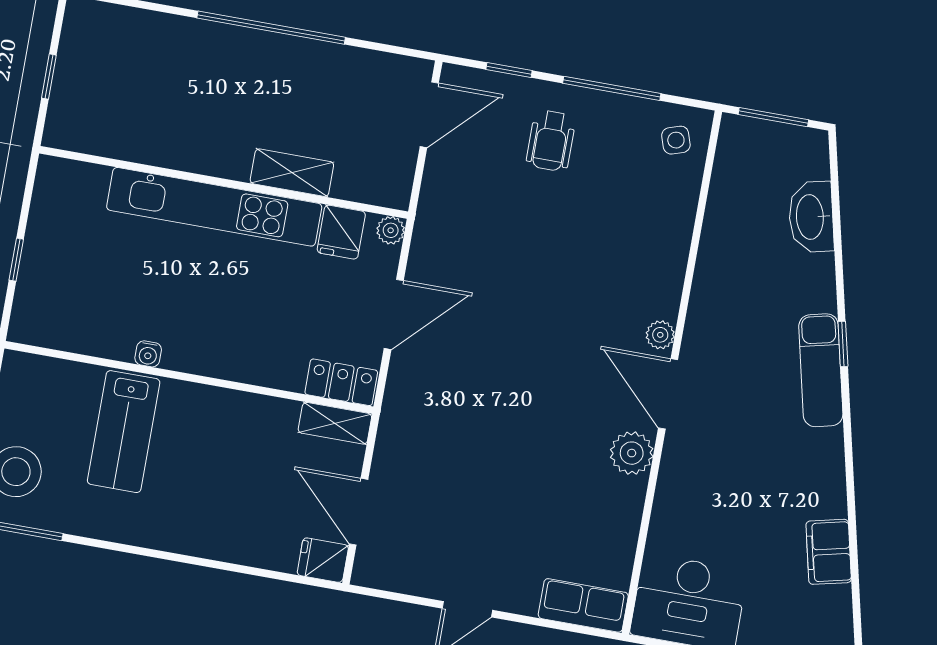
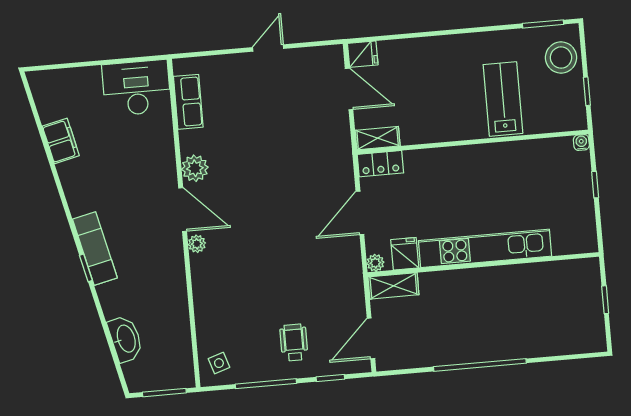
shelving: (292, 173) -> (393, 286), moved
water cooler: (148, 354) -> (581, 142), moved
row of seats: (583, 605) -> (188, 102), moved, turned -90

